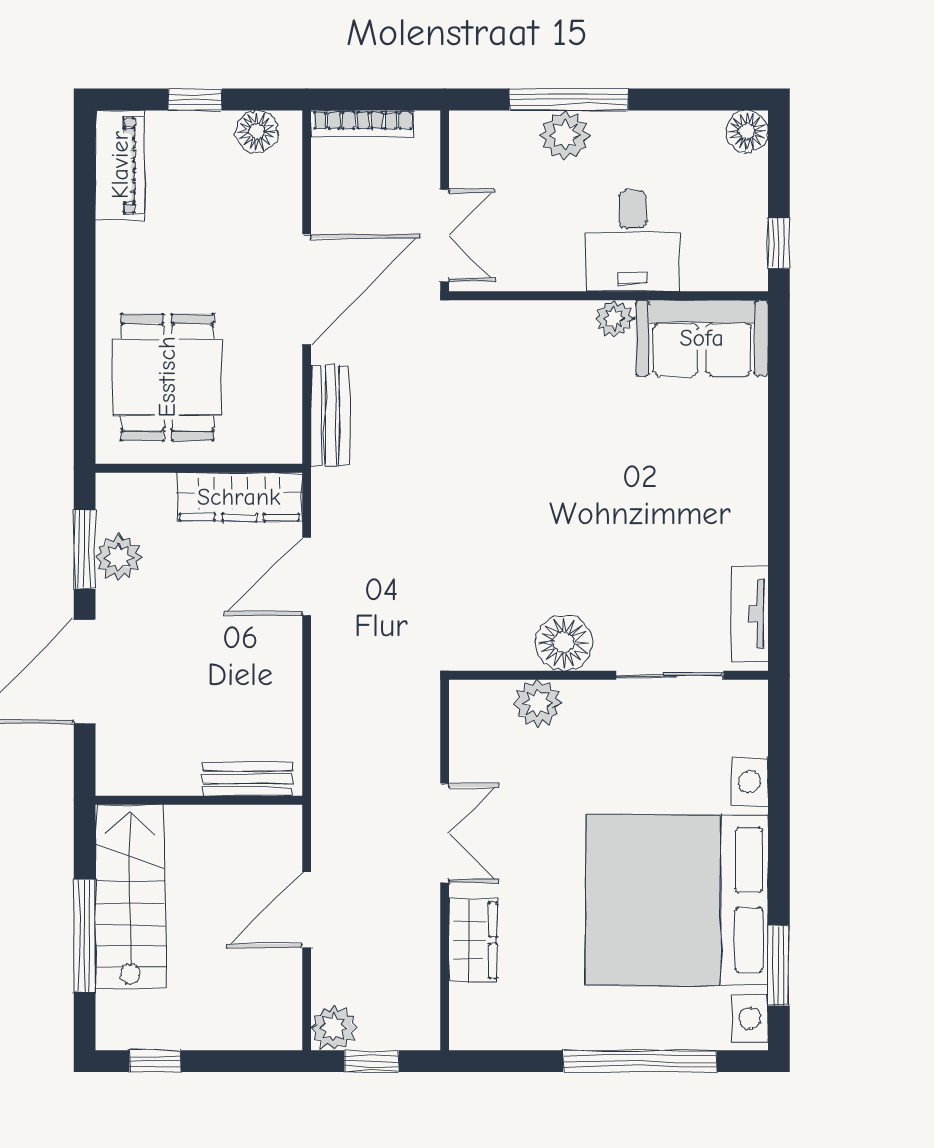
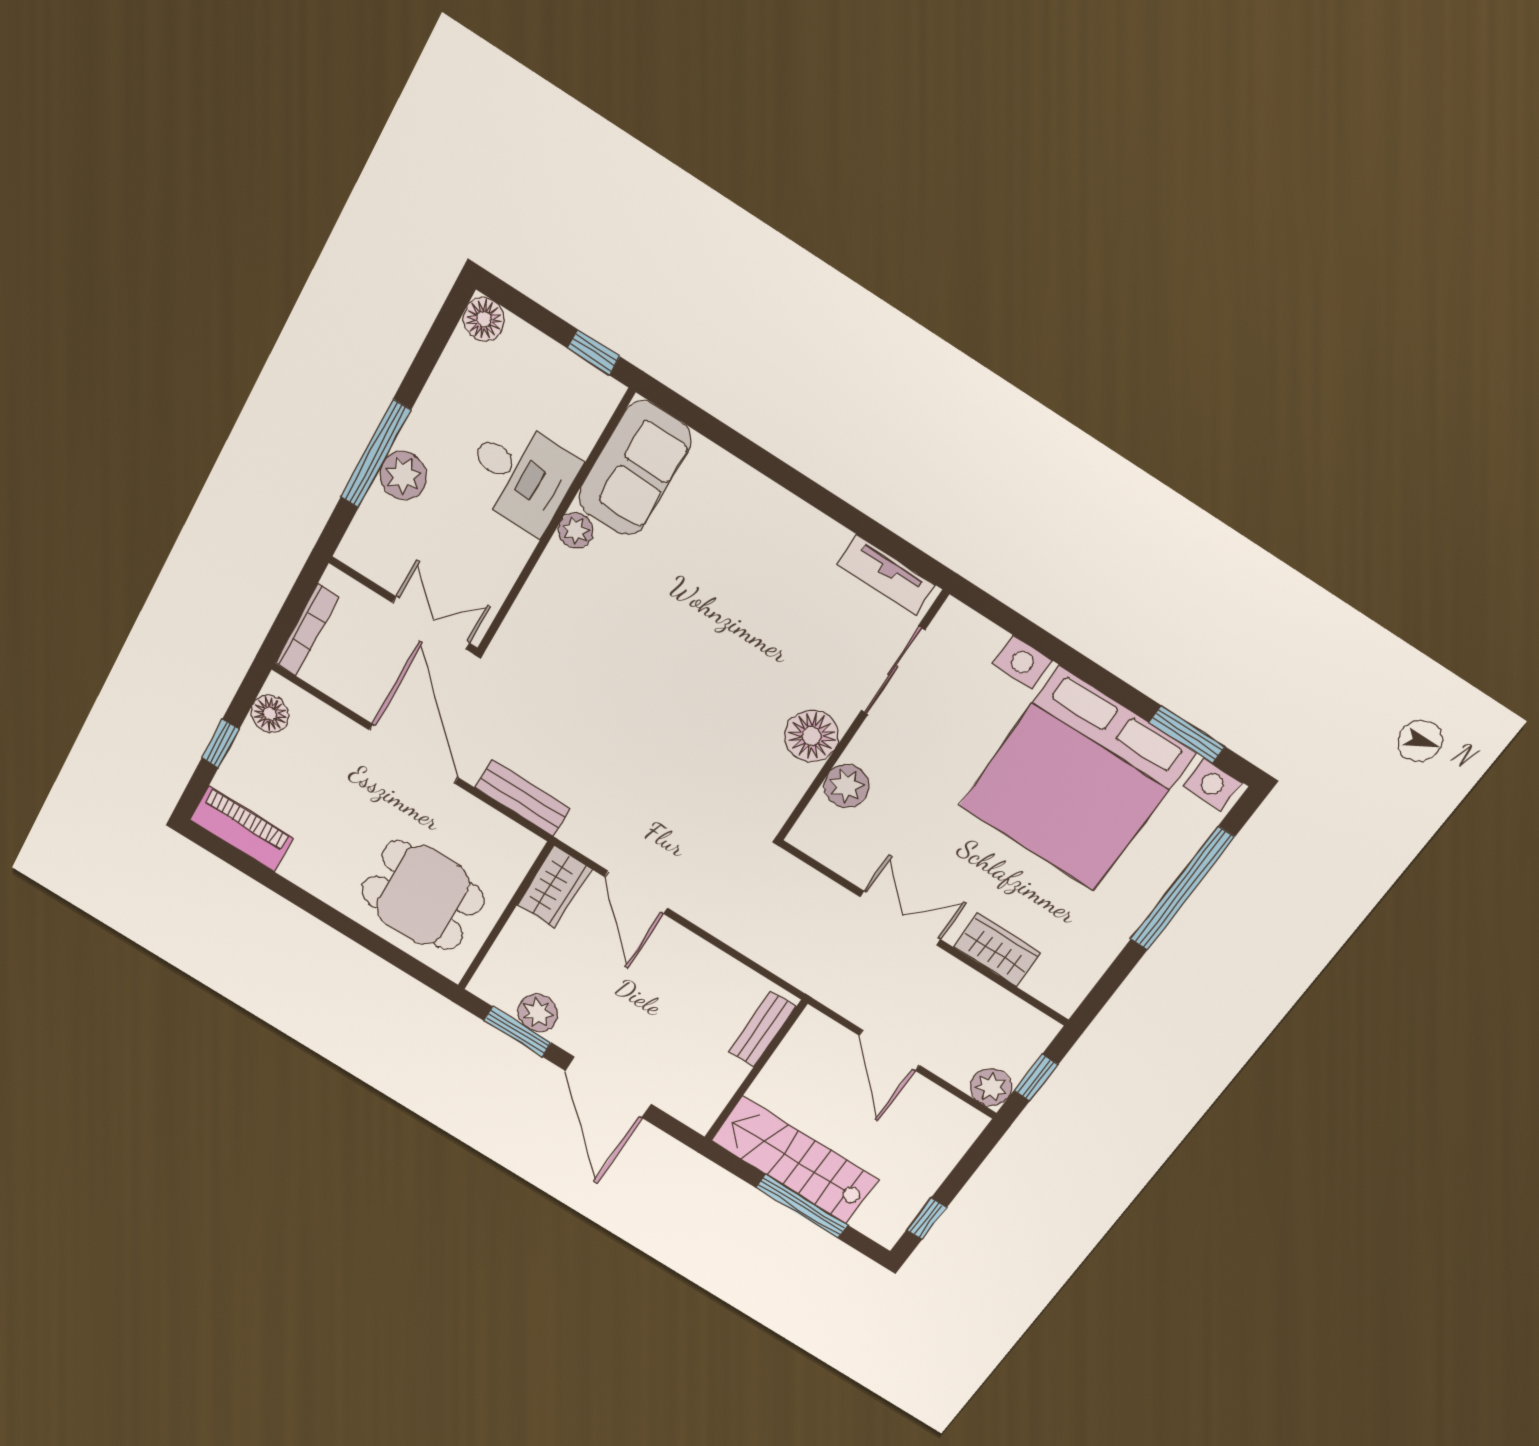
wardrobe: (239, 497) -> (554, 887), width x0.67

